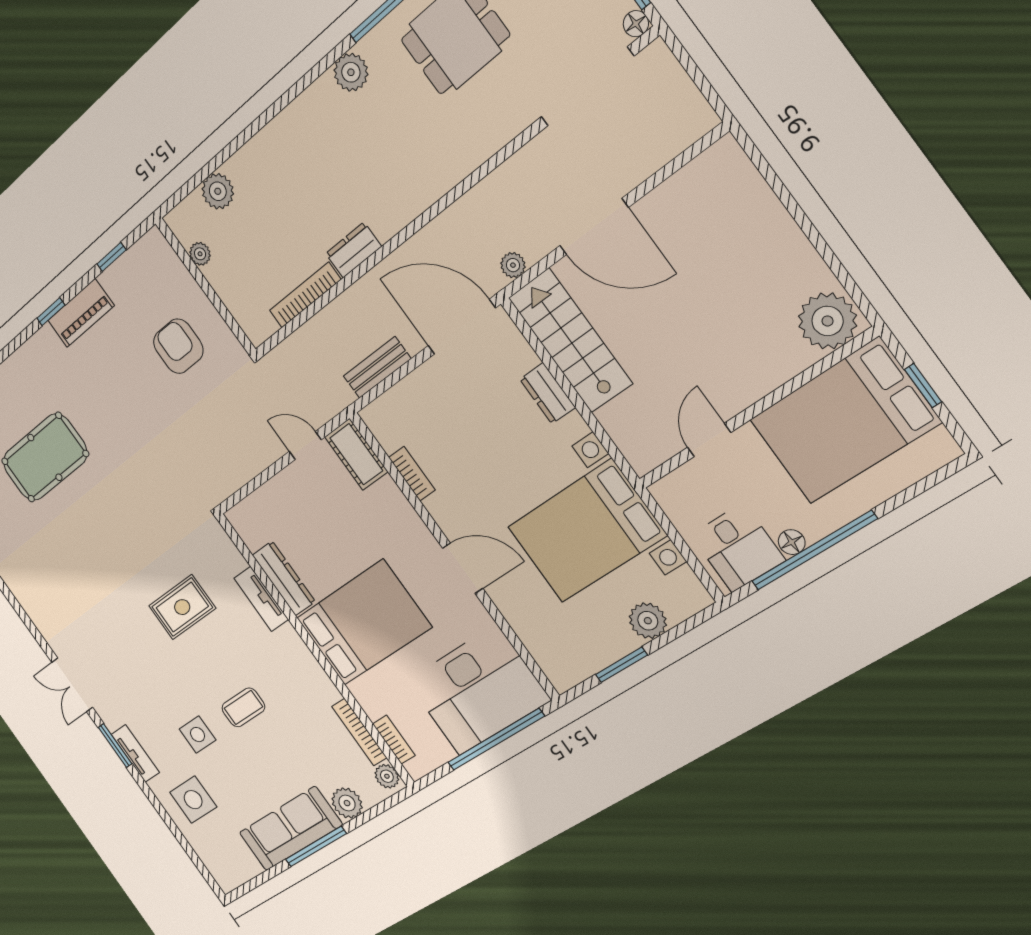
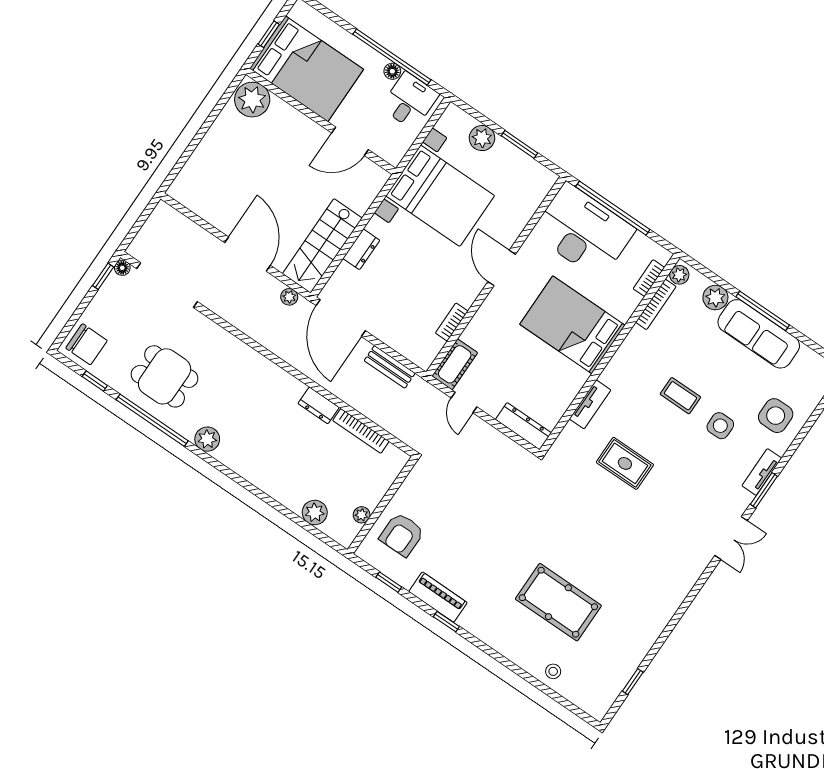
armchair: (178, 346) -> (402, 535), moved
door: (709, 440) -> (350, 141), width x1.38
dresser: (284, 578) -> (523, 426), moved, turned 90

